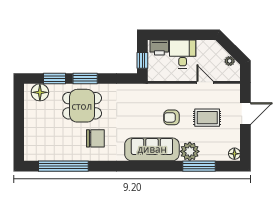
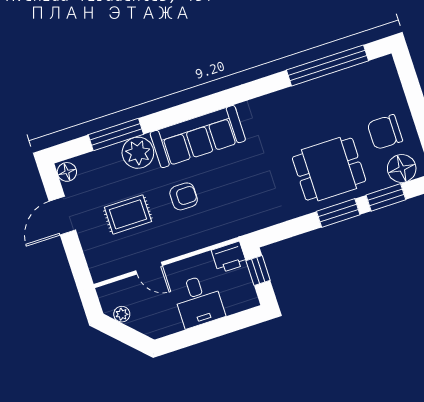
printer: (159, 47) -> (229, 257), moved, turned 180
door: (245, 114) -> (62, 216), moved
chair: (95, 138) -> (385, 132), moved

